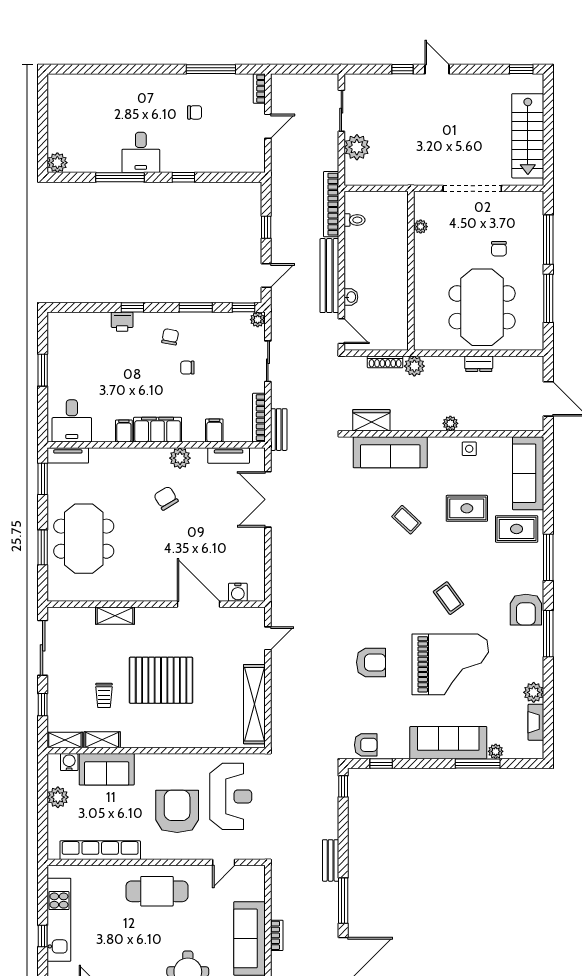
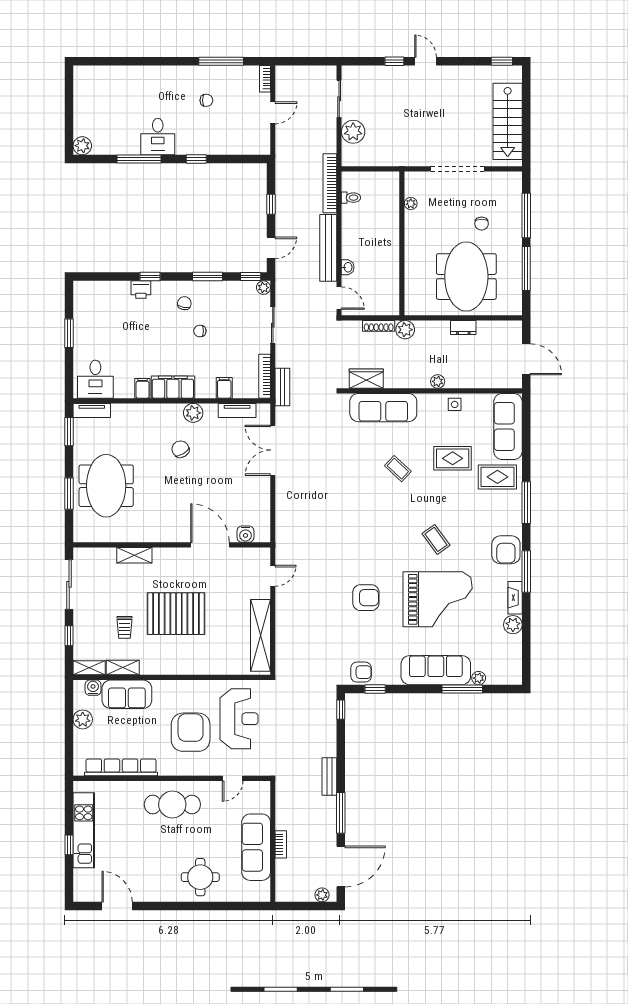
fireplace: (536, 722) -> (515, 598), moved

